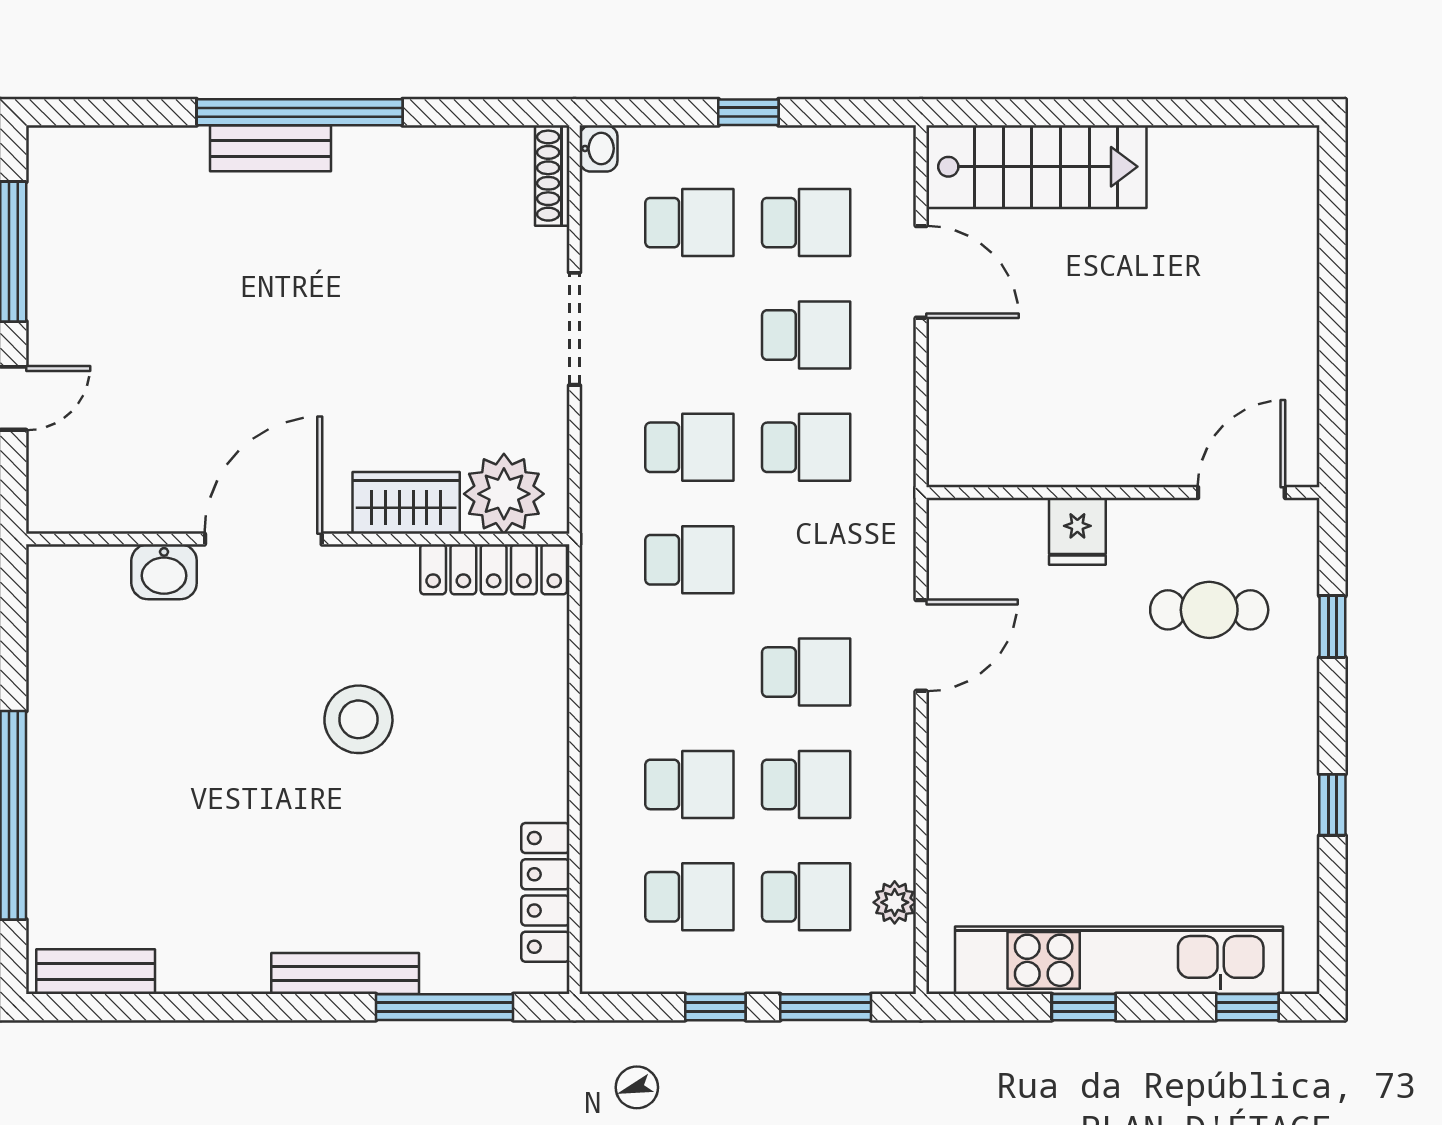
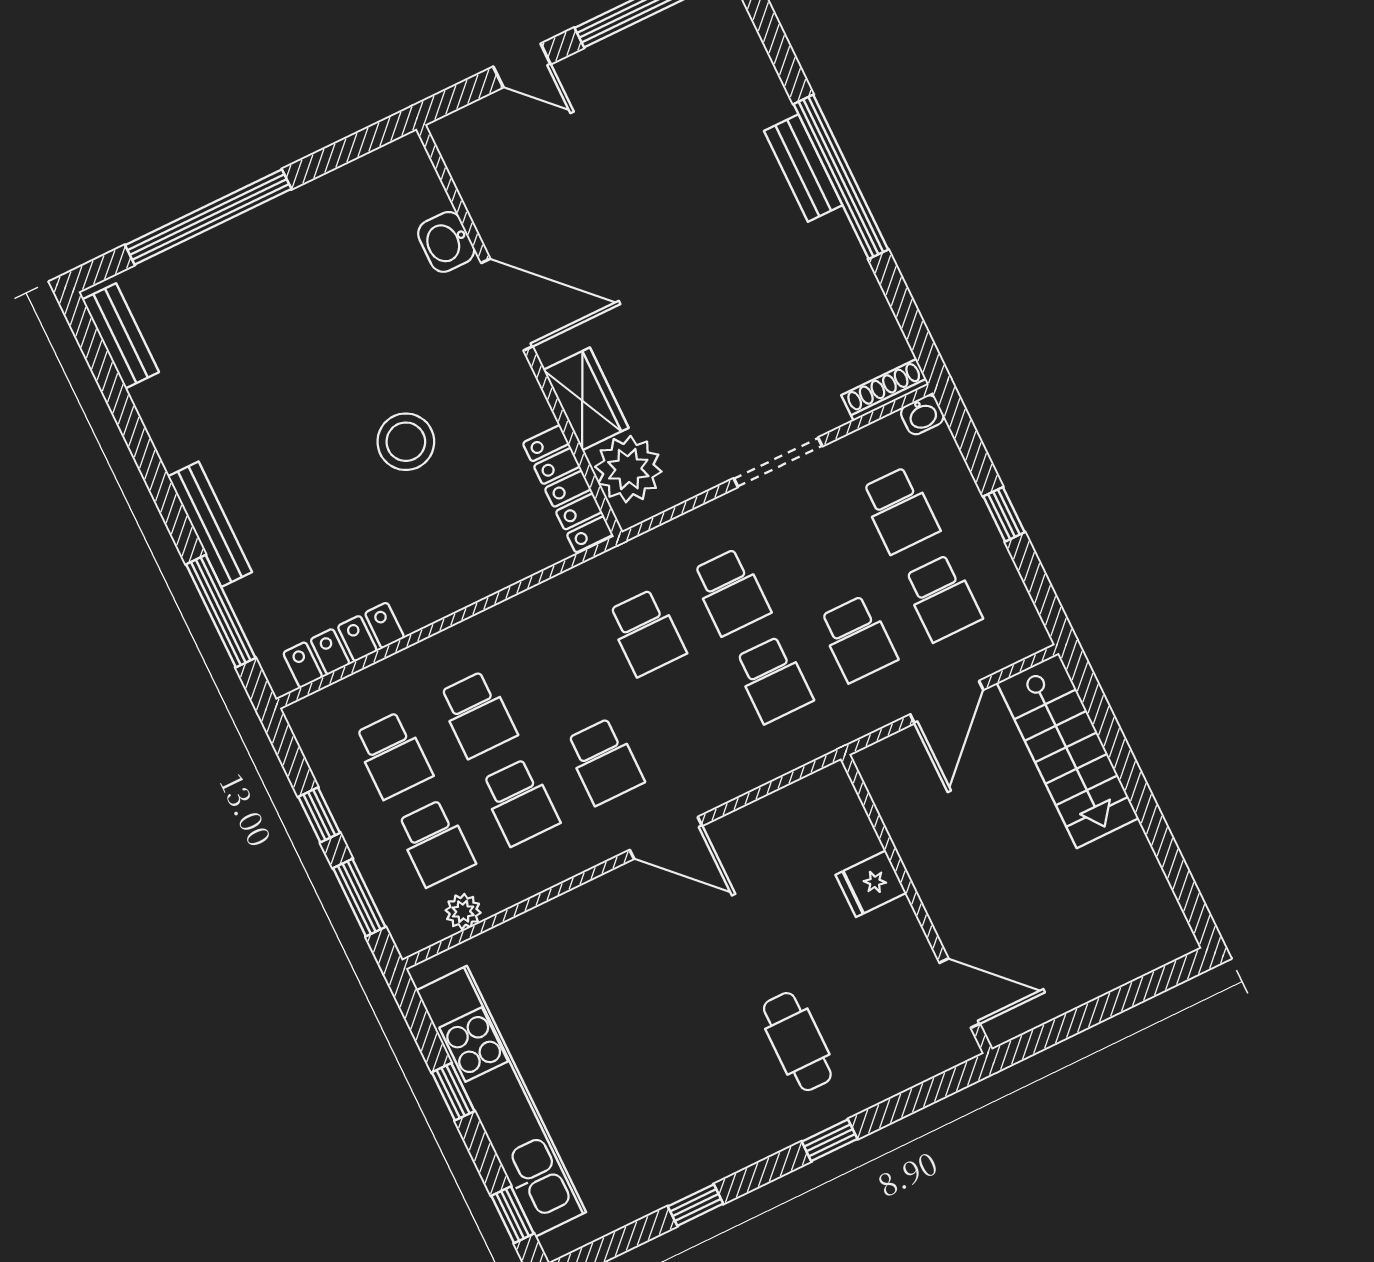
wall: (1123, 492) -> (916, 904), moved
door: (1241, 492) -> (960, 993), moved
fridge: (1077, 531) -> (871, 884), moved

